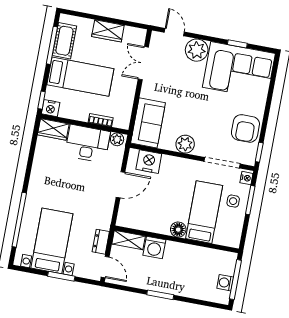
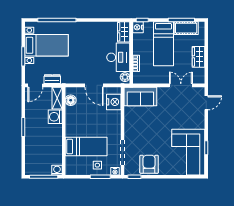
plant: (197, 50) -> (197, 120), removed
armchair: (245, 128) -> (149, 164), turned 90
plant: (185, 144) -> (130, 125), removed
floor lamp: (178, 230) -> (71, 100), moved
washing machine: (225, 283) -> (57, 170), moved

